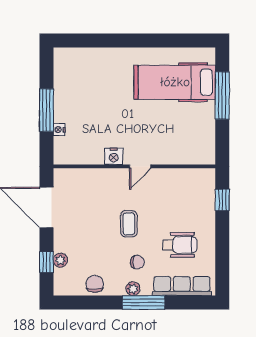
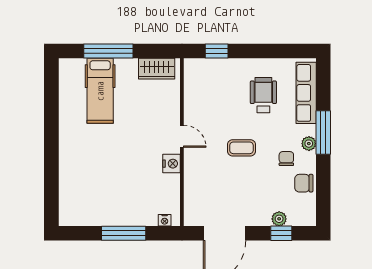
hospital bed: (175, 82) -> (100, 91), width x0.73, depth x0.78
nightstand: (59, 130) -> (165, 220), moved
wardrobe: (205, 142) -> (157, 69), added
chair: (137, 262) -> (286, 159), moved

